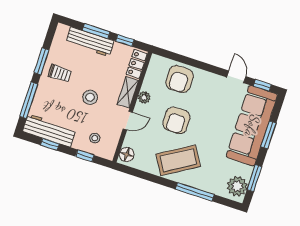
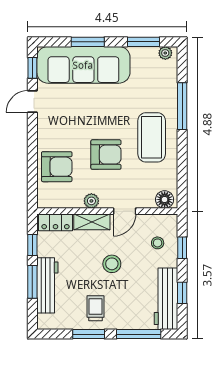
door: (128, 120) -> (125, 211), swing flipped
coffee table: (178, 160) -> (152, 137), turned 31
plant: (237, 186) -> (165, 53), width x0.53, depth x0.53

